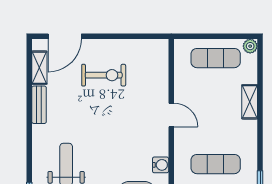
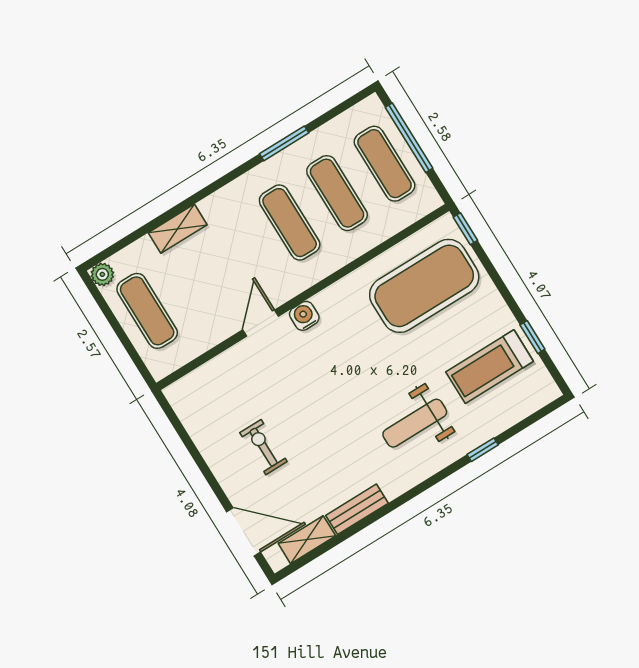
exercise bike: (104, 75) -> (263, 447), width x0.73, depth x0.72
water cooler: (161, 165) -> (304, 316), moved

